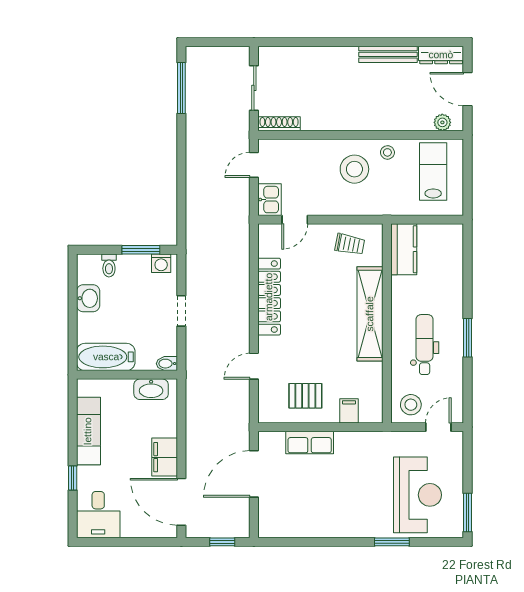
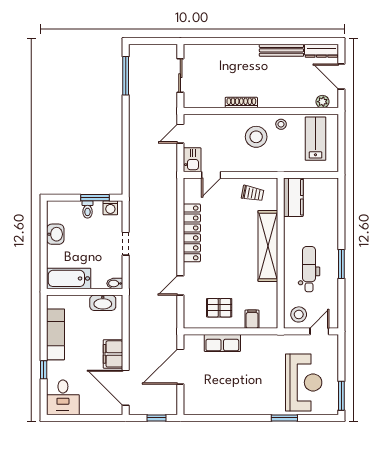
shoe rack: (279, 124) -> (241, 103), moved
toilet: (109, 265) -> (87, 209), moved

